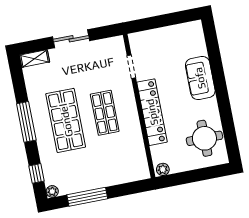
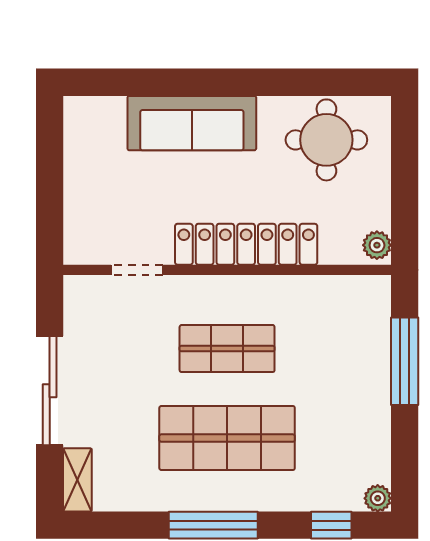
sliding door: (71, 39) -> (50, 391), width x1.37
sofa: (200, 78) -> (192, 123), width x1.36
window: (87, 197) -> (405, 361), moved

